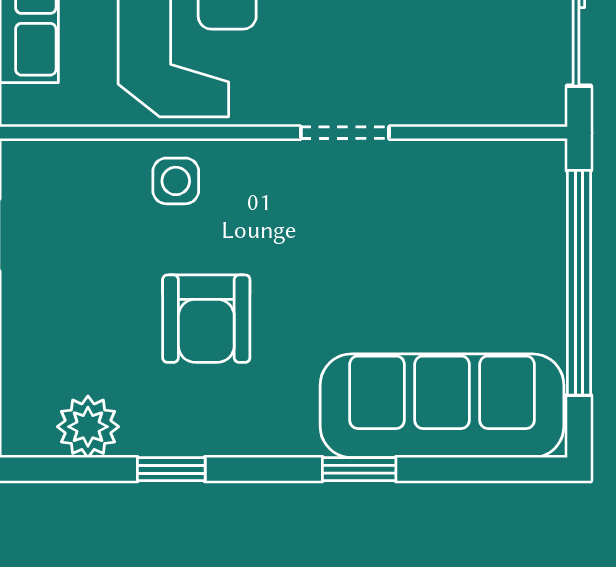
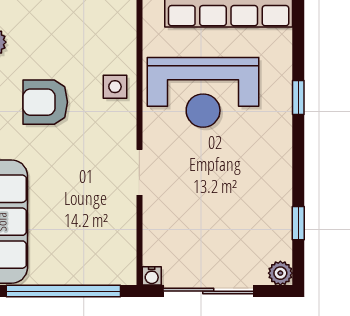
water cooler: (549, 109) -> (152, 276), added

